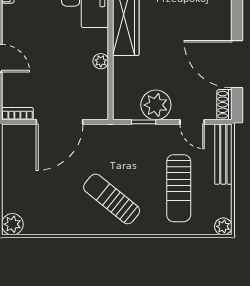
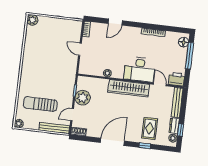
door: (237, 64) -> (112, 142), moved
door: (60, 122) -> (80, 49), width x0.53
sun lounger: (112, 199) -> (39, 70), removed

